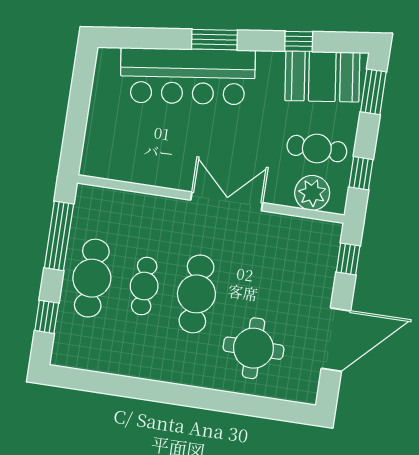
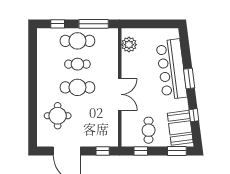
plant: (312, 193) -> (129, 45), moved

